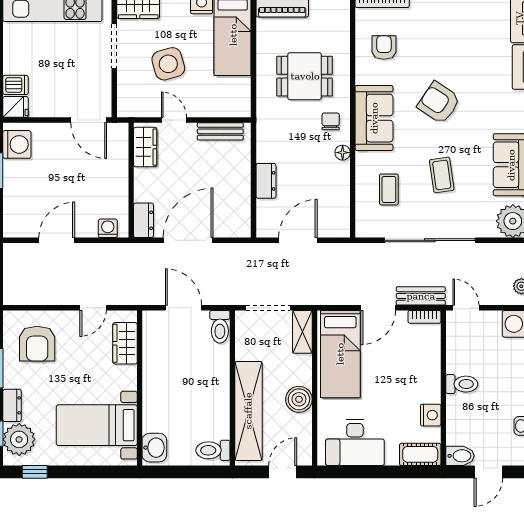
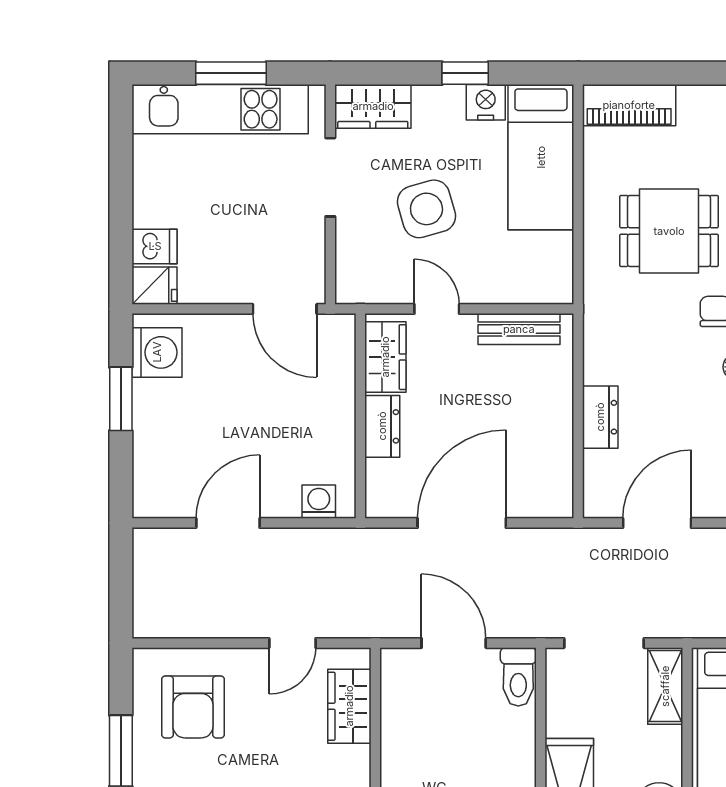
dresser: (143, 220) -> (382, 426), moved

